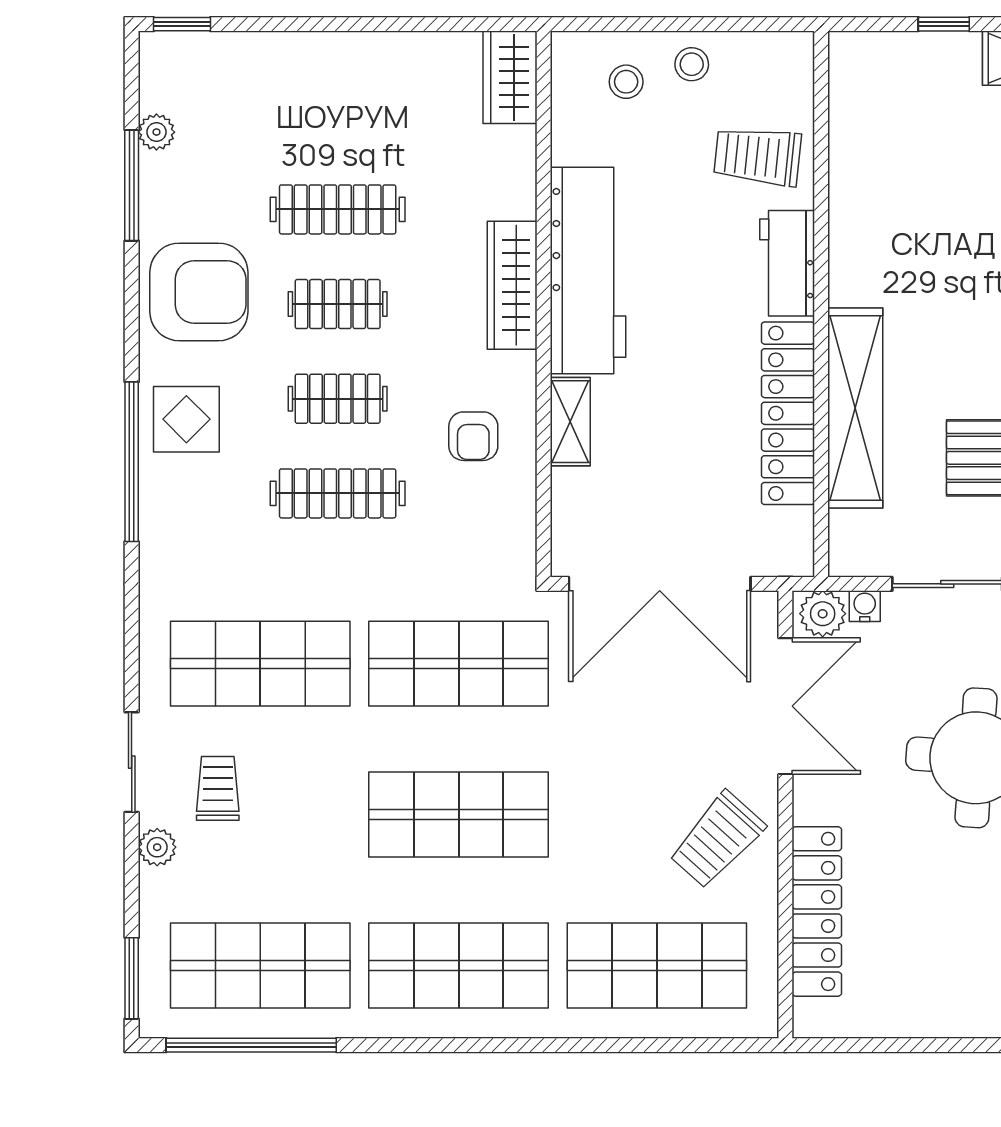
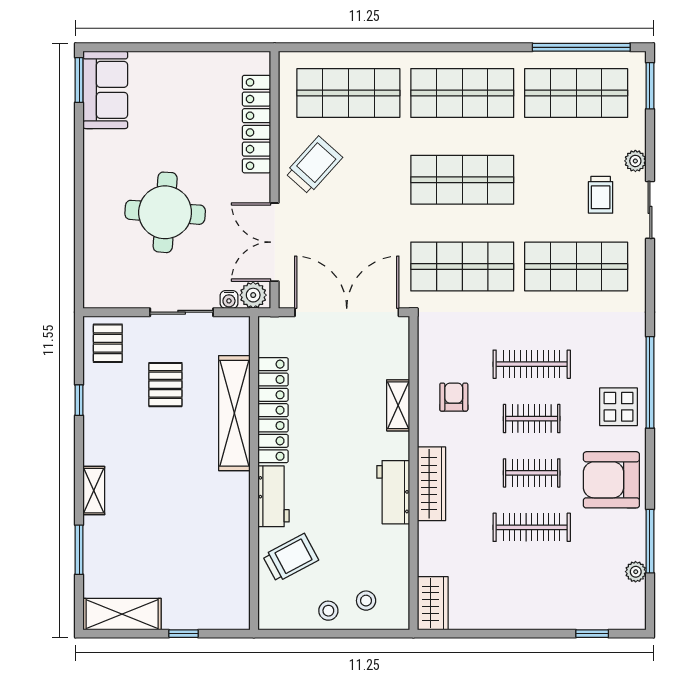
window: (182, 24) -> (592, 634), moved
trolley: (757, 156) -> (291, 558), turned -34
workbench: (588, 271) -> (393, 492), width x0.53, depth x0.76

